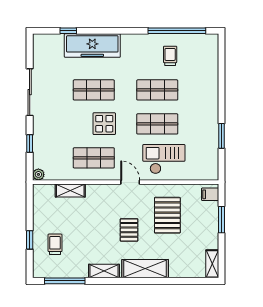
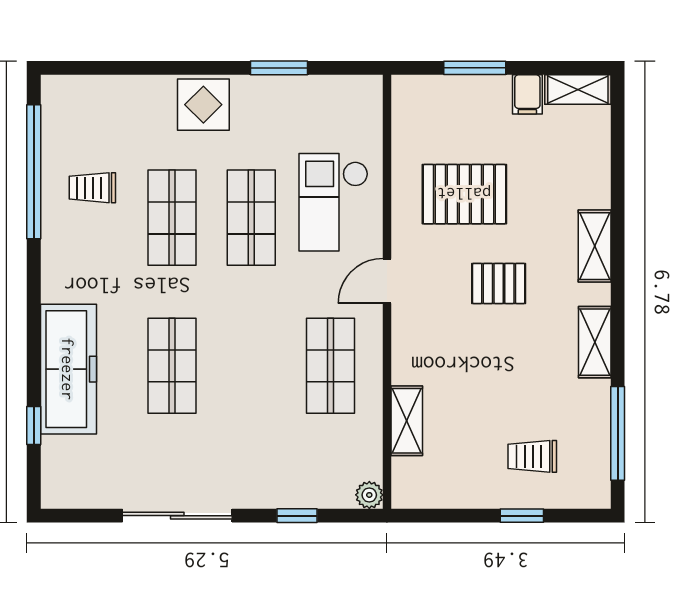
display table: (104, 124) -> (203, 105), moved
filing cabinet: (210, 194) -> (527, 94), moved
shelving: (145, 269) -> (595, 246), width x0.67, depth x0.75

